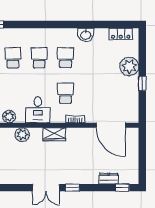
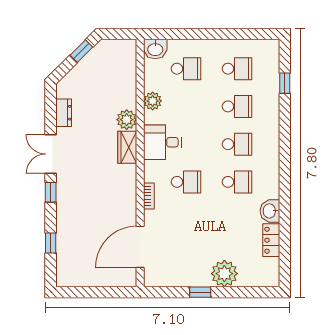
locker: (121, 34) -> (271, 240), moved
wardrobe: (54, 134) -> (127, 147), moved
dresser: (109, 179) -> (64, 113), moved
window: (122, 188) -> (51, 243), moved

